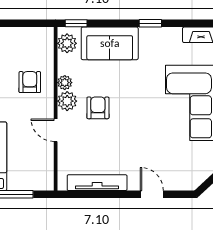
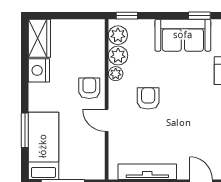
sofa: (110, 43) -> (183, 35), moved
armchair: (30, 82) -> (89, 88), moved
plant: (67, 101) -> (118, 56), moved

